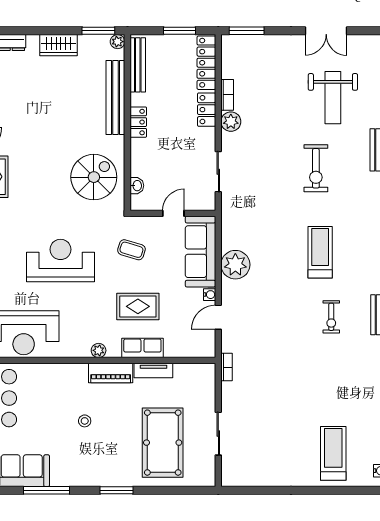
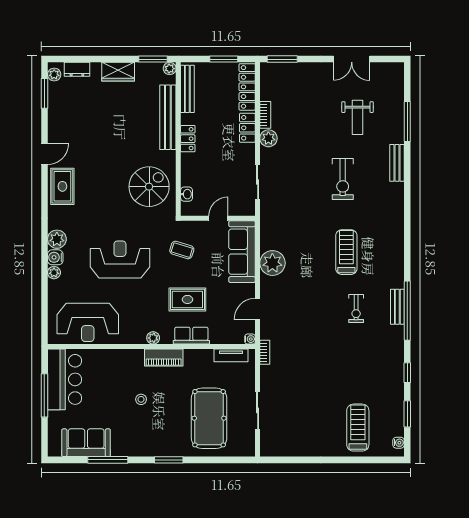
weight bench: (333, 98) -> (358, 117), width x0.73, depth x0.75
water cooler: (210, 295) -> (250, 339), moved
tv unit: (153, 371) -> (231, 355), moved

